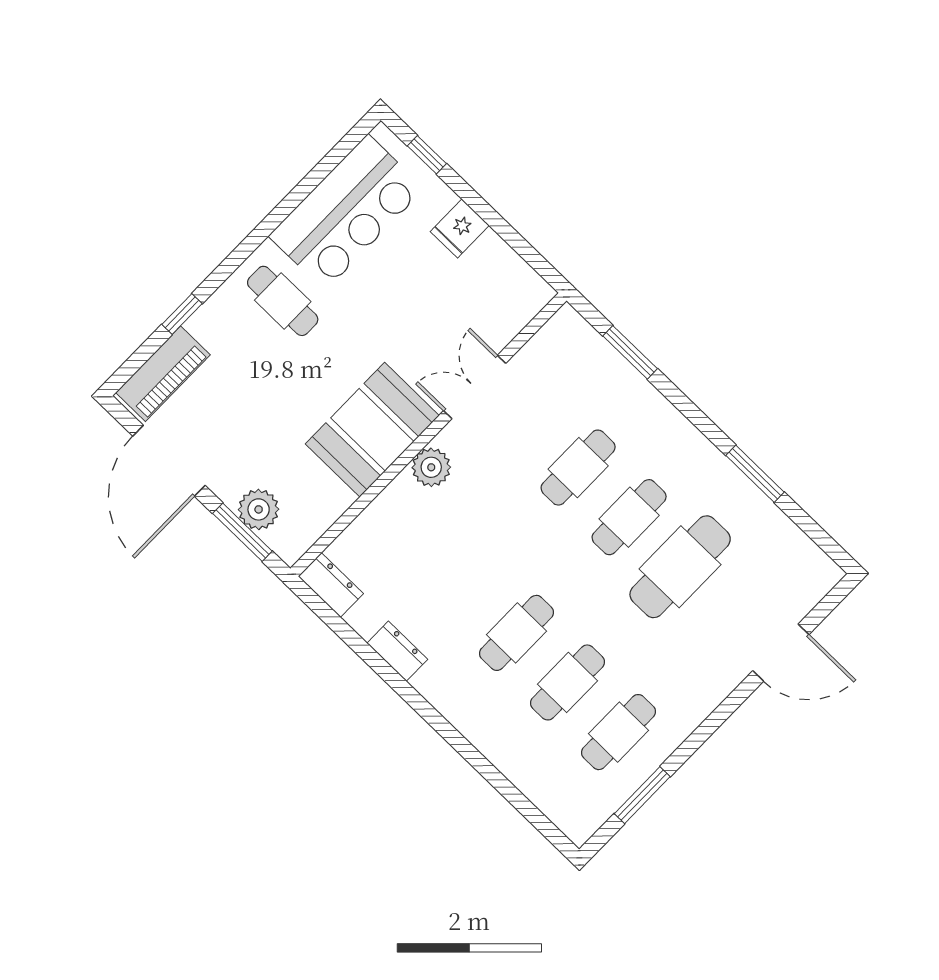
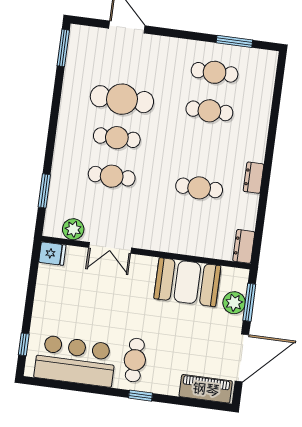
fridge: (460, 228) -> (52, 254), moved
window: (182, 314) -> (140, 396), moved
booth: (372, 430) -> (187, 282), moved
plant: (431, 467) -> (73, 229), moved
window: (755, 474) -> (63, 48), moved
cafe table: (517, 633) -> (199, 188), moved
dresser: (397, 651) -> (253, 178), moved

